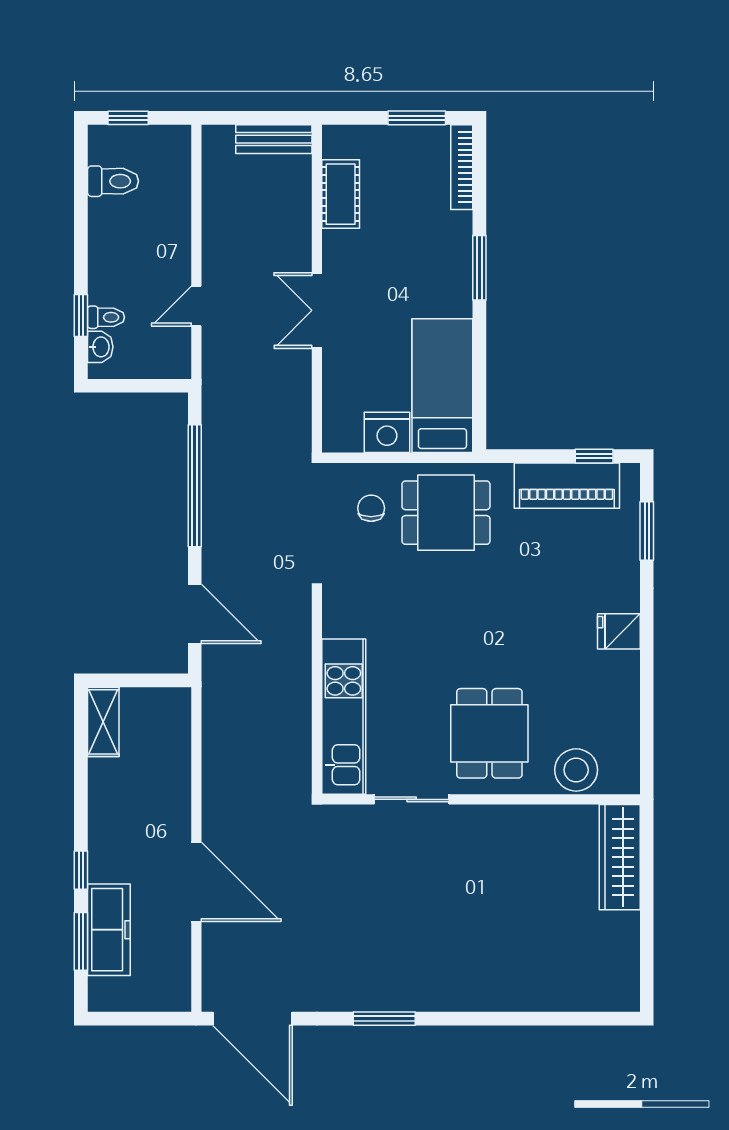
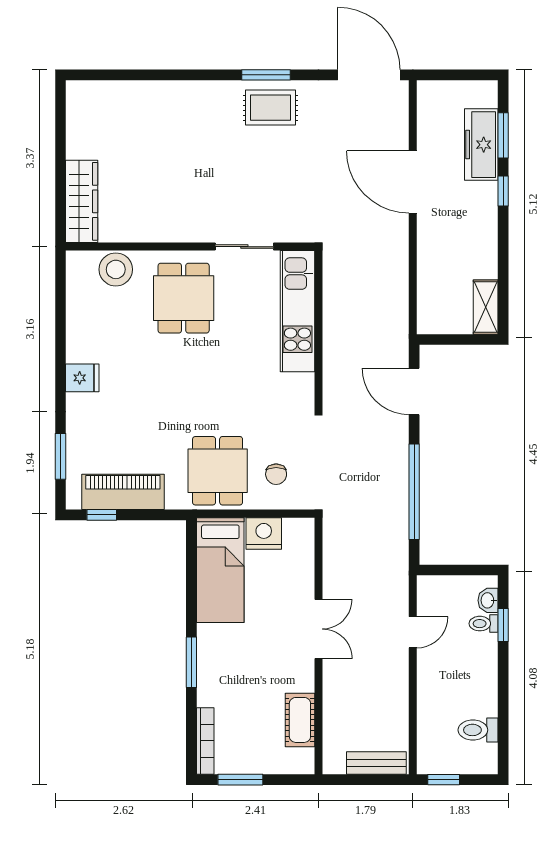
window: (128, 118) -> (444, 780), moved
bench: (274, 139) -> (376, 763), moved
dining table: (446, 513) -> (218, 471), turned 90
rug: (378, 977) -> (270, 108), added

